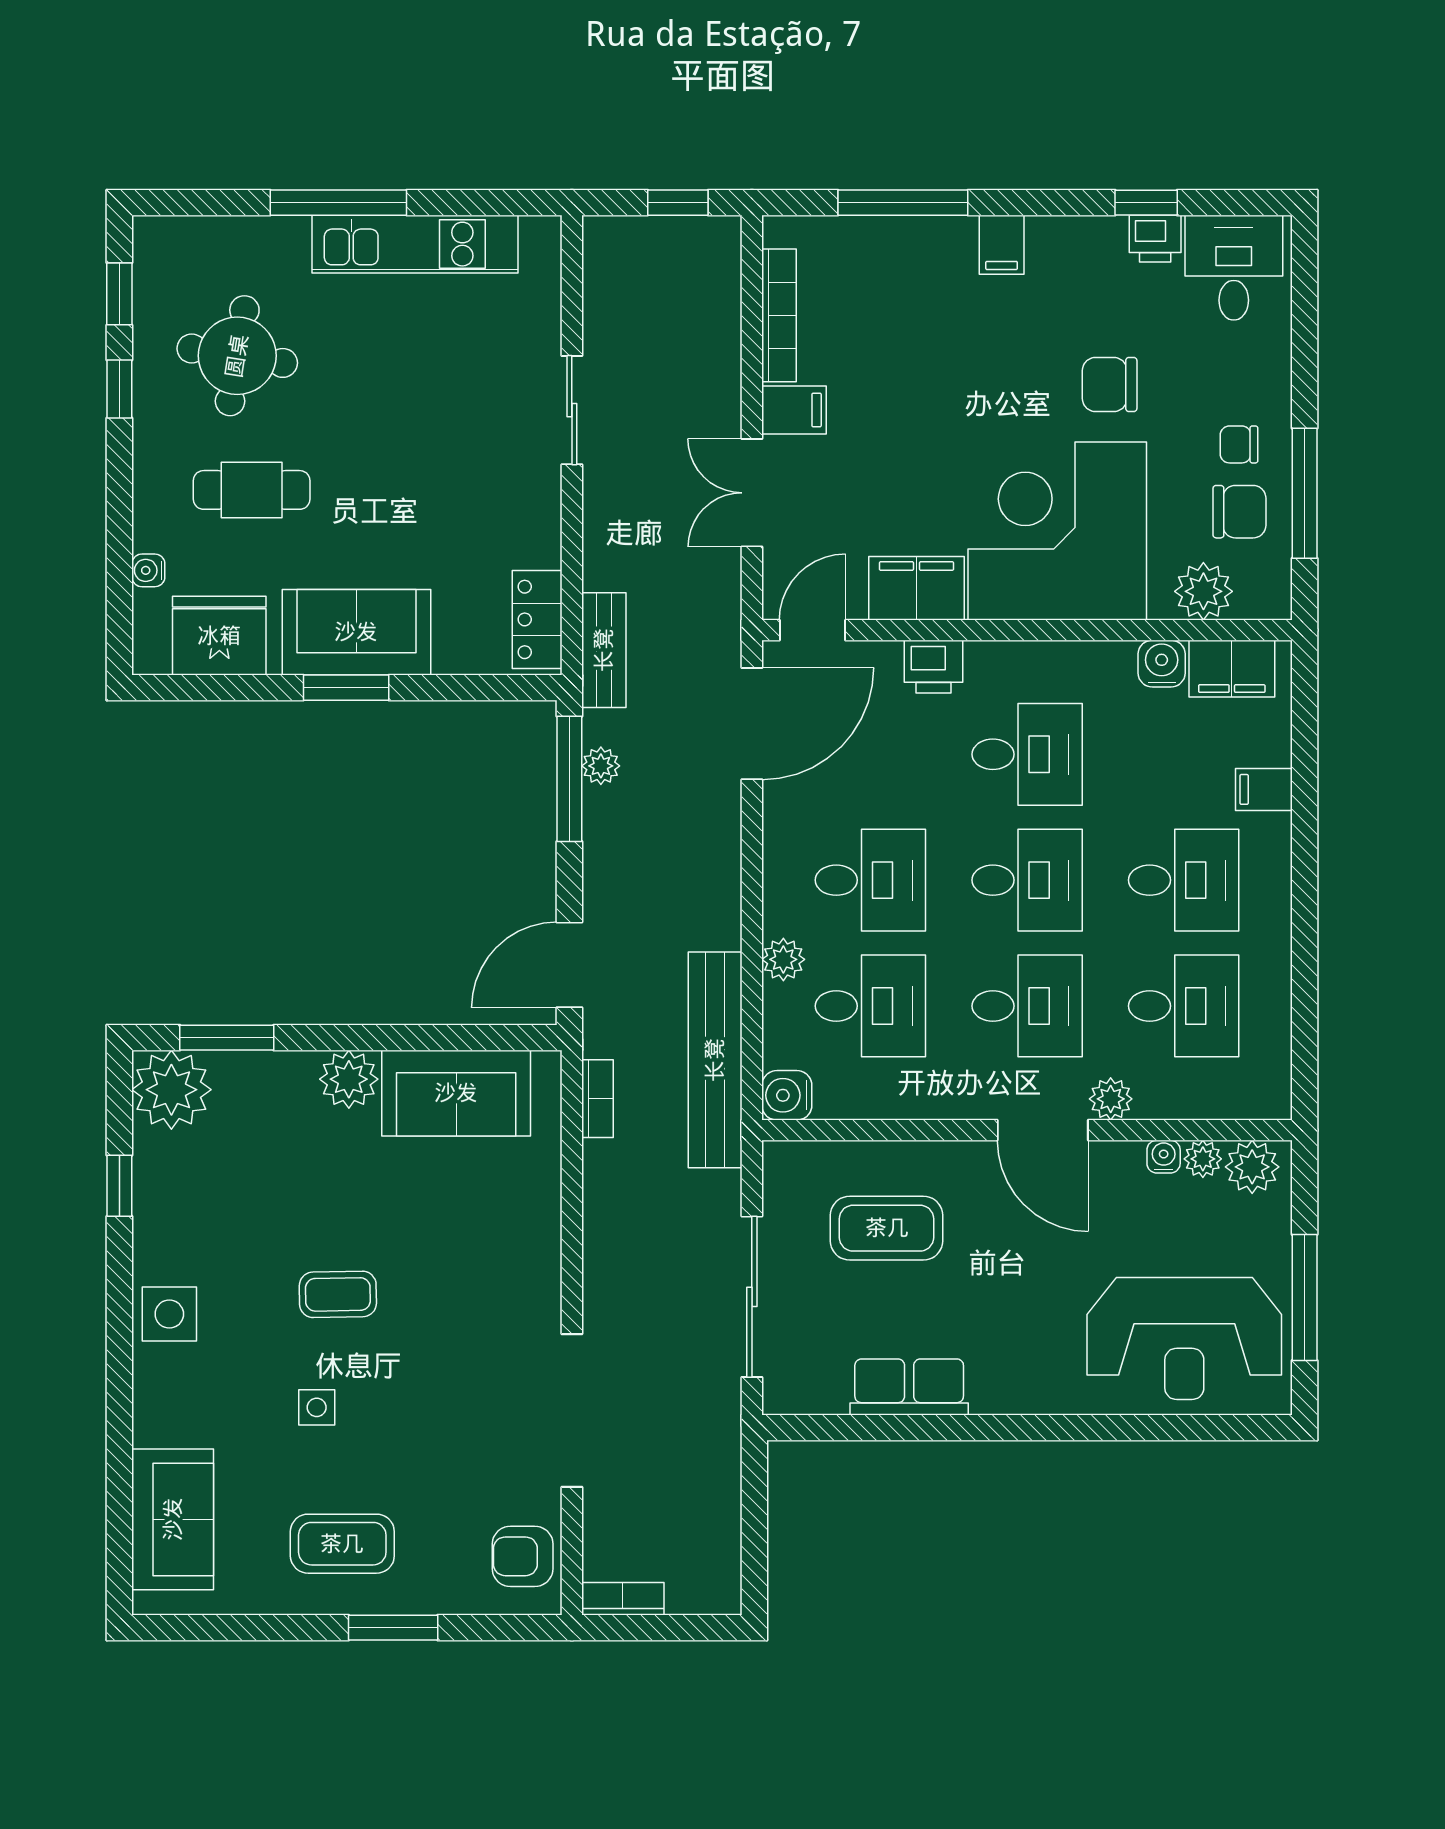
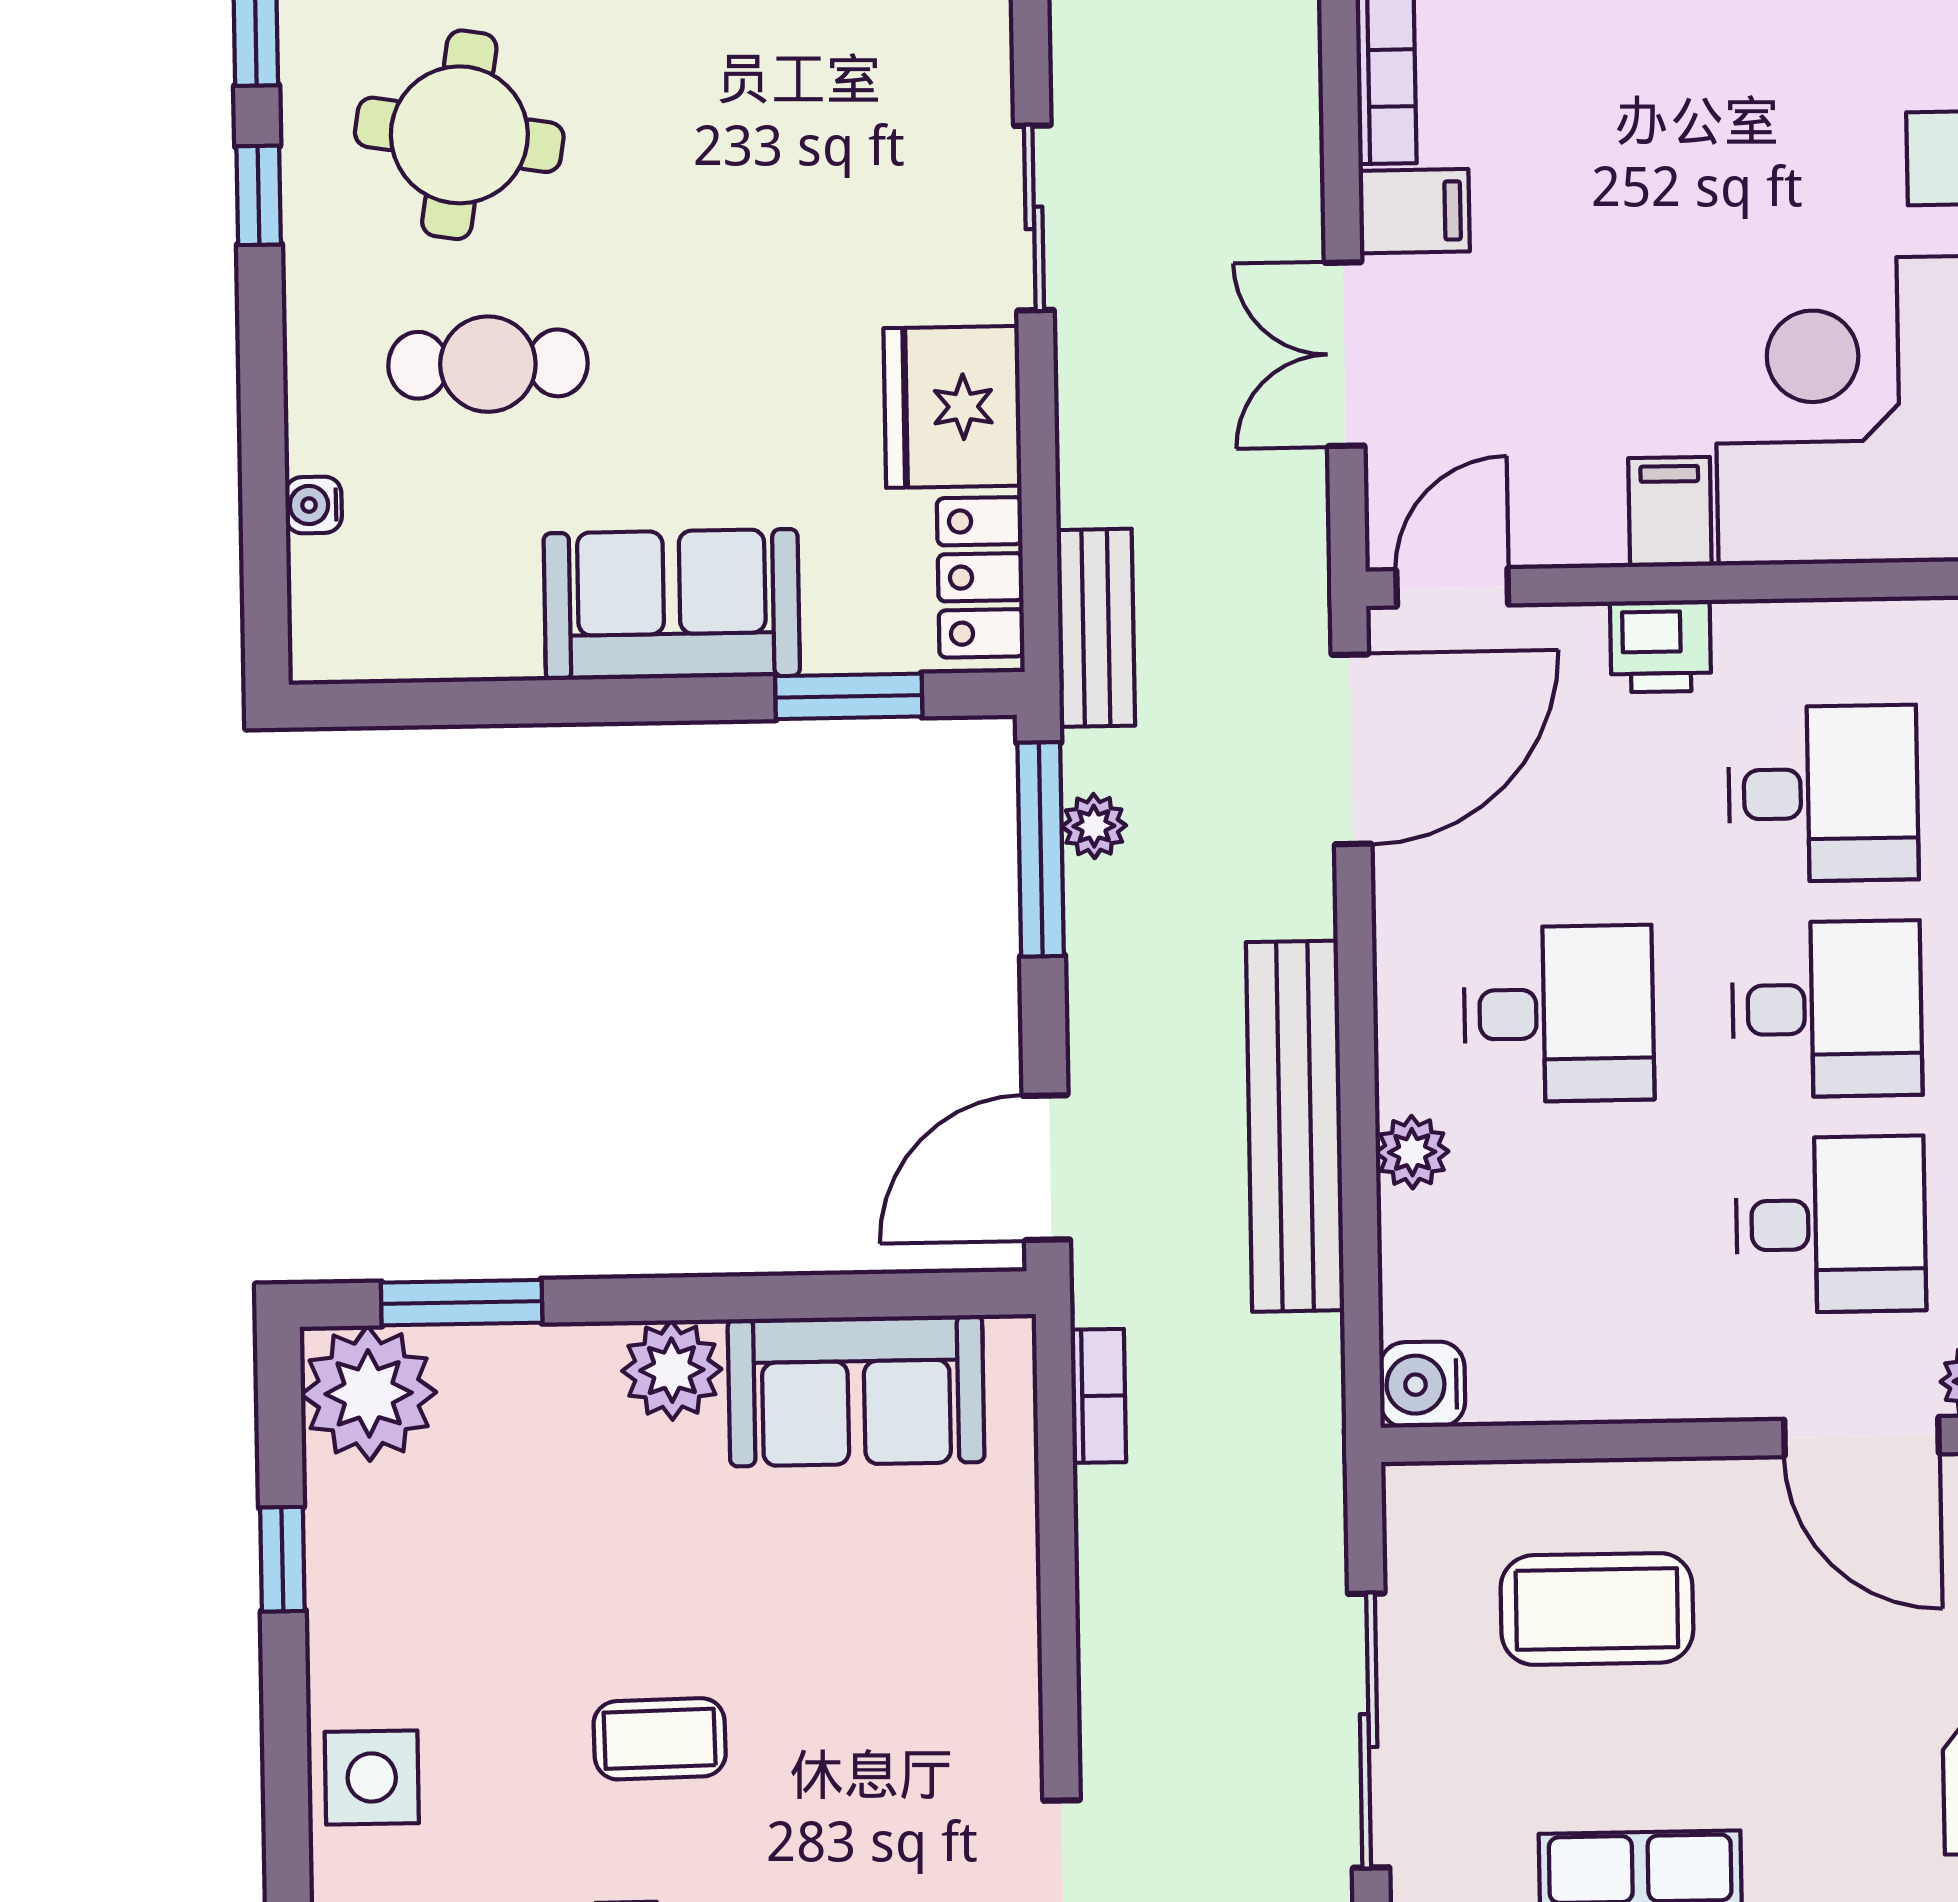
filing cabinet: (916, 588) -> (1670, 512), width x0.50
fridge: (219, 636) -> (952, 407), moved, turned -90
window: (346, 688) -> (849, 696), moved
desk: (870, 1006) -> (1563, 1229), removed
bench: (715, 1060) -> (1295, 1126), moved

